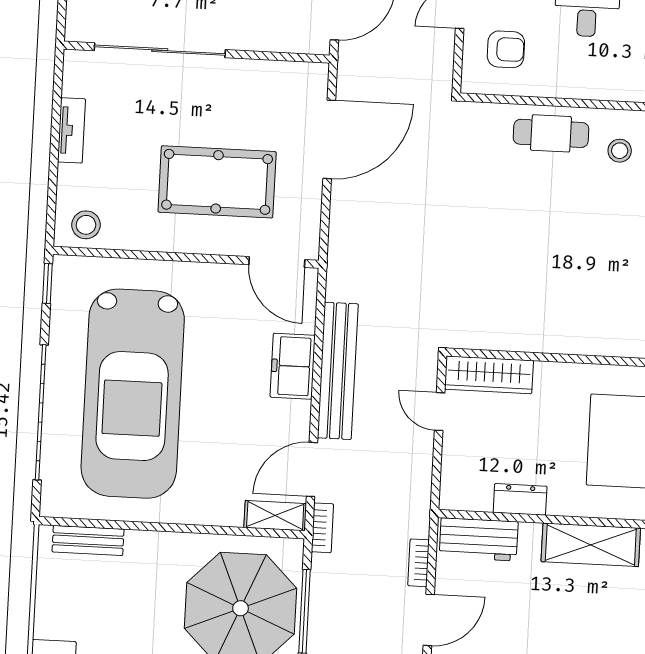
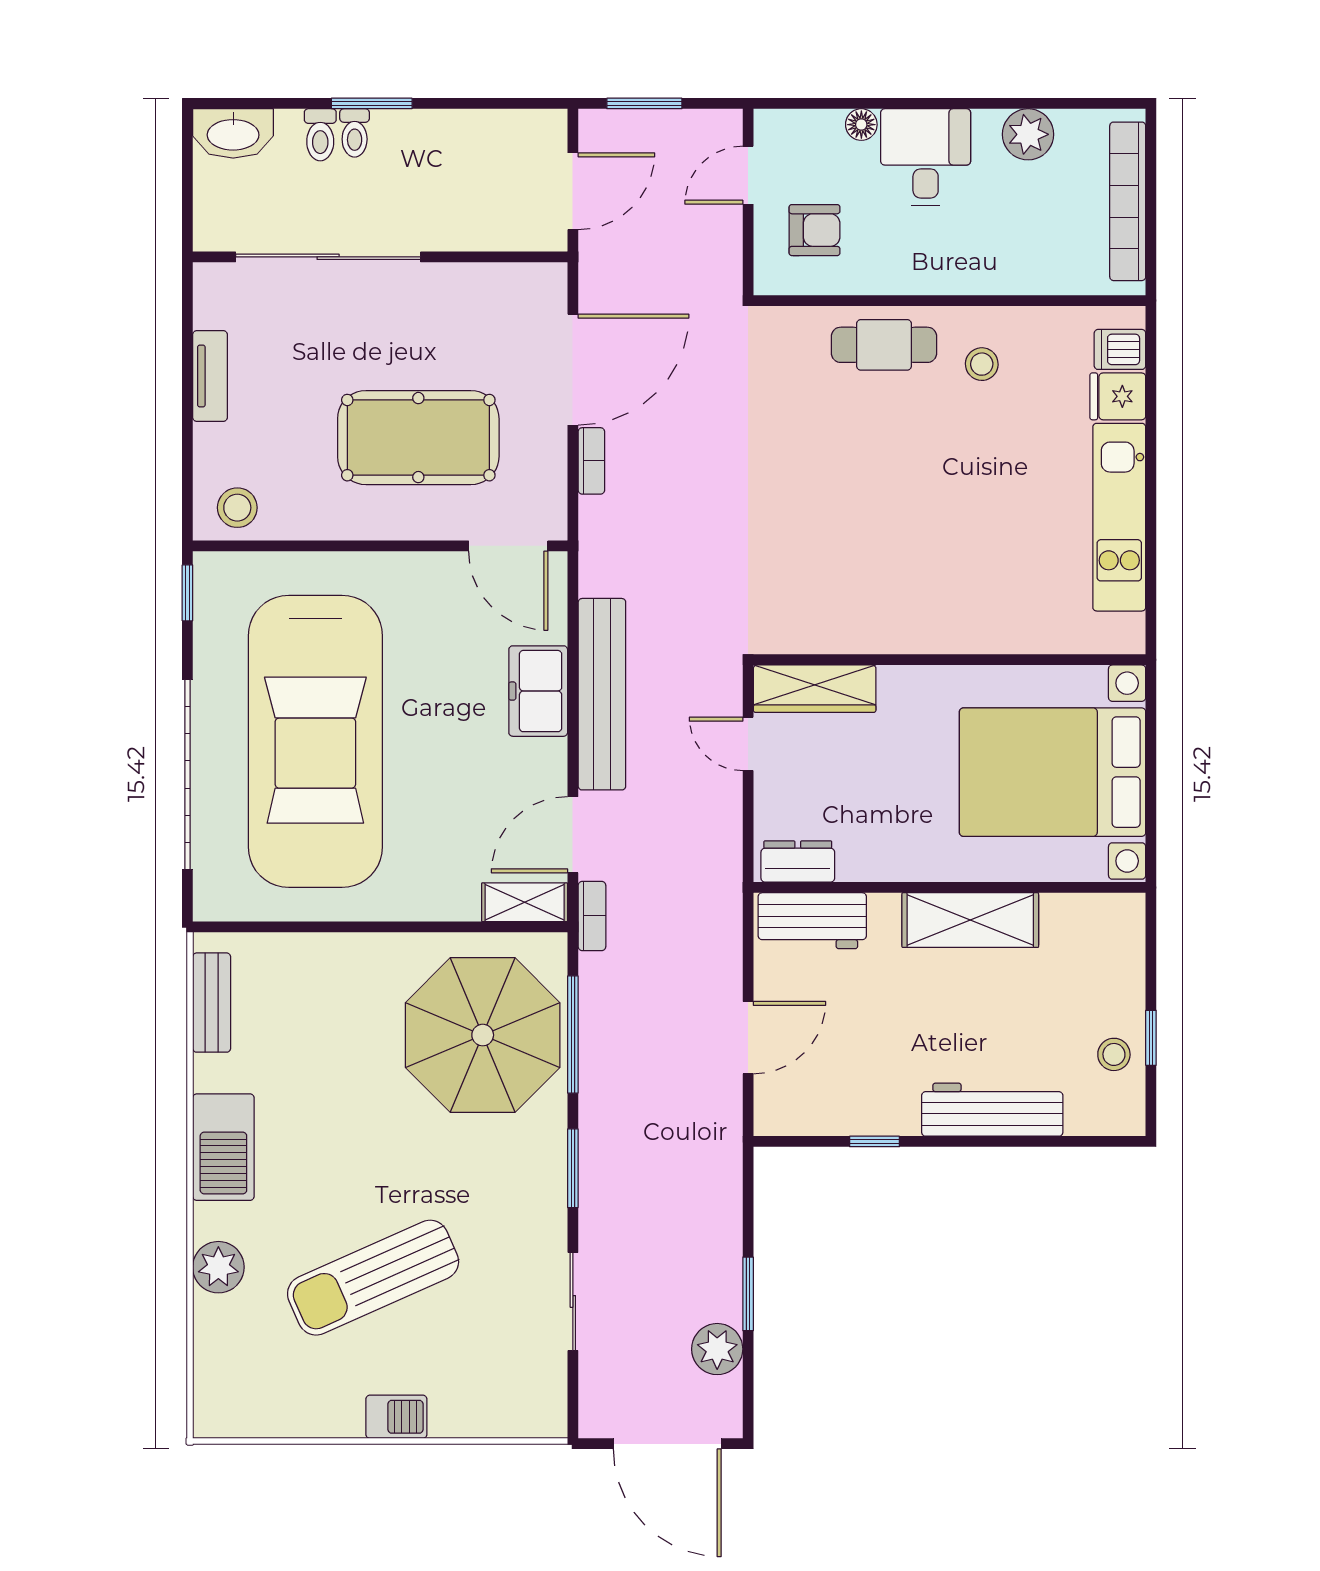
dresser: (520, 499) -> (798, 861), moved
bench: (88, 541) -> (212, 1003), moved, turned 90
bookcase: (419, 563) -> (591, 461), moved, turned 180

